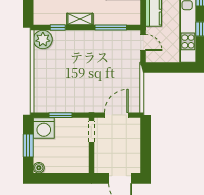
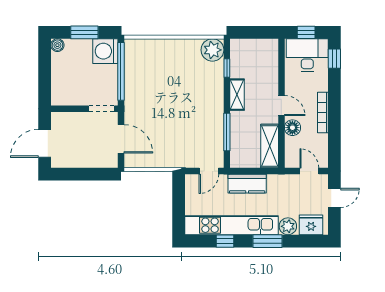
window: (61, 115) -> (121, 71), width x2.11

